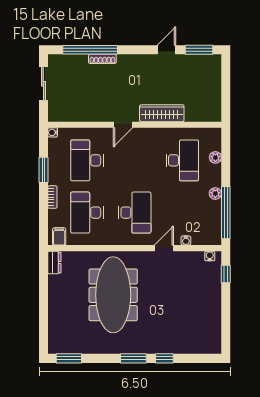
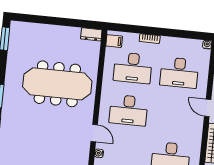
desk: (87, 160) -> (179, 73), turned 180
window: (43, 170) -> (175, 33), removed
desk: (87, 213) -> (133, 68), turned 180

